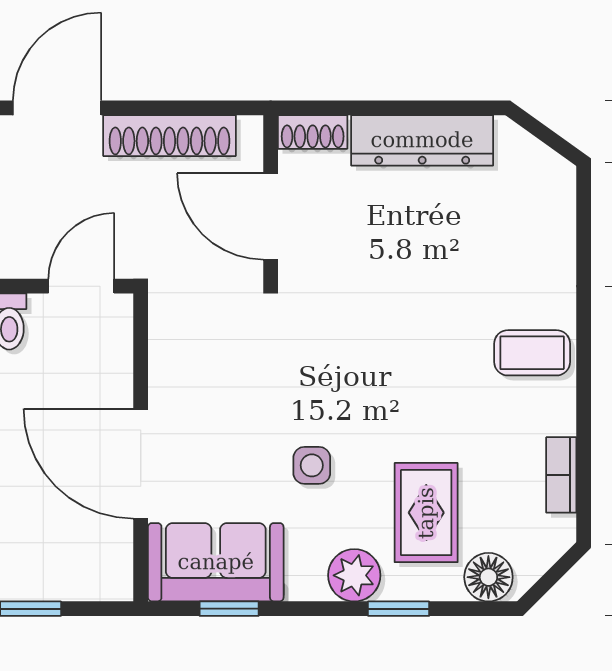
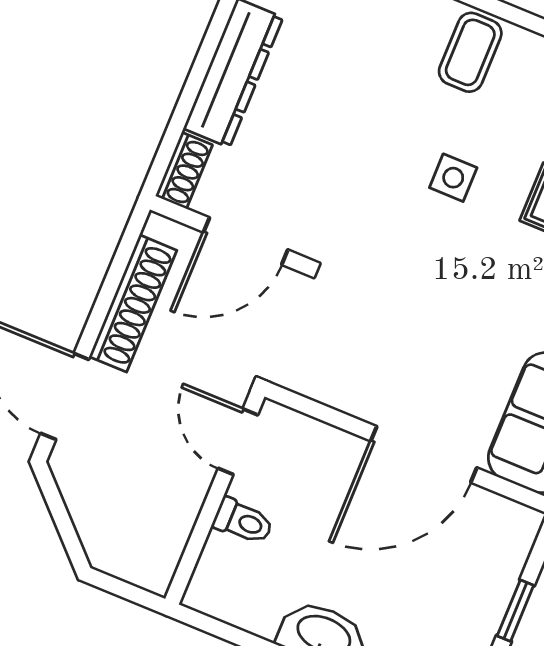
side table: (312, 465) -> (453, 178), moved

